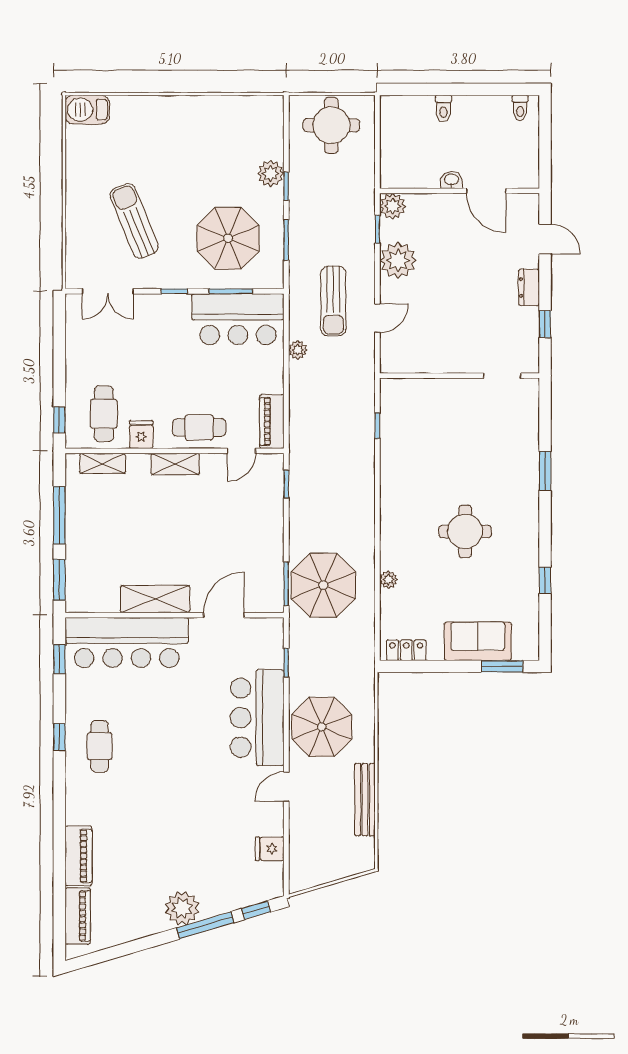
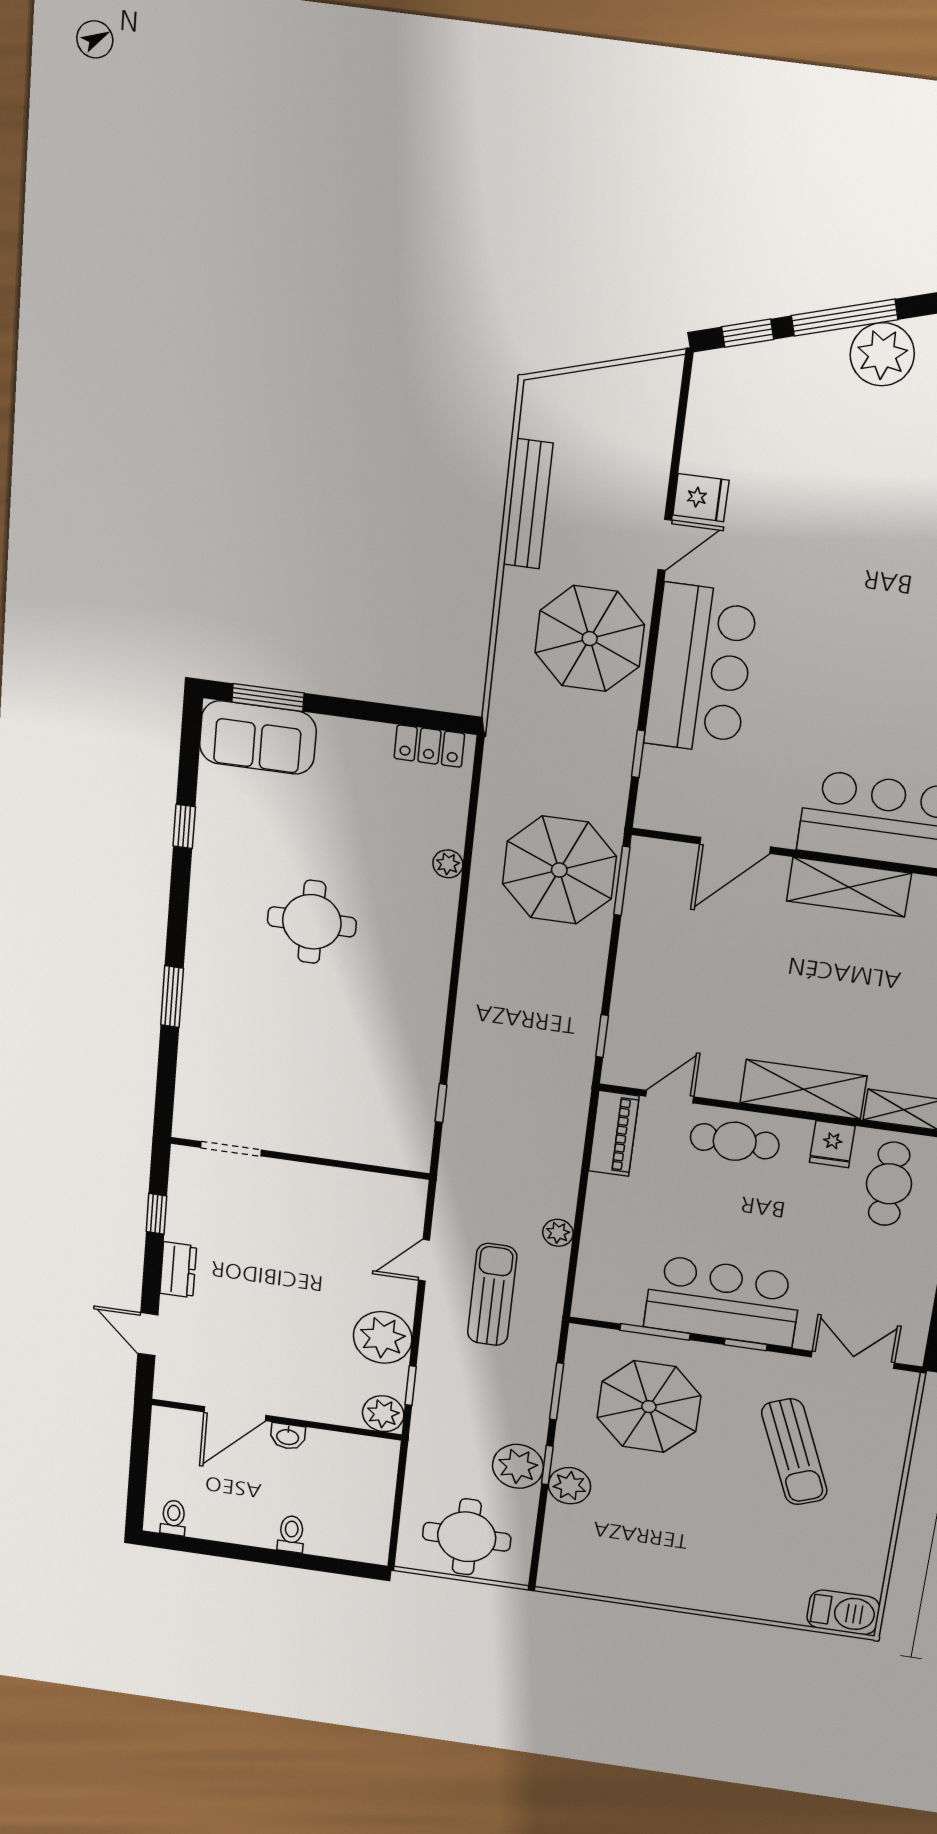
plant: (304, 182) -> (518, 1466), added
door: (486, 191) -> (235, 1414), swing flipped
bar counter: (238, 319) -> (723, 1301), moved
shelving: (175, 464) -> (803, 1089), width x1.50, depth x1.33
sofa: (478, 641) -> (258, 738), moved
fridge: (270, 849) -> (701, 498), moved

